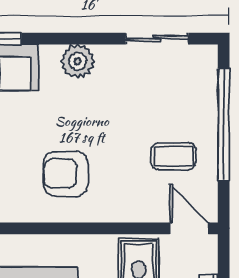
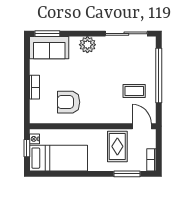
sliding door: (157, 39) -> (126, 34), width x1.37
armchair: (66, 174) -> (69, 102), moved

